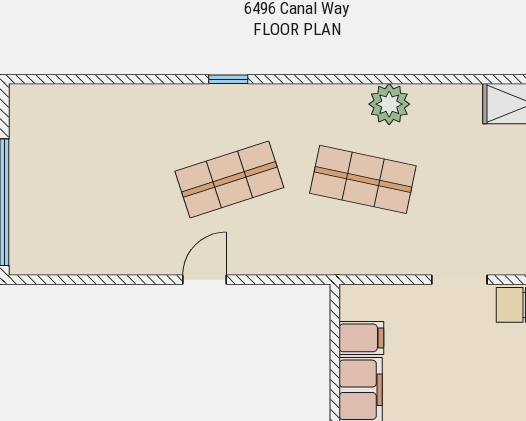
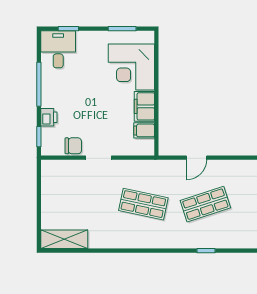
plant: (389, 104) -> (131, 239), removed
door: (205, 280) -> (197, 158), moved

